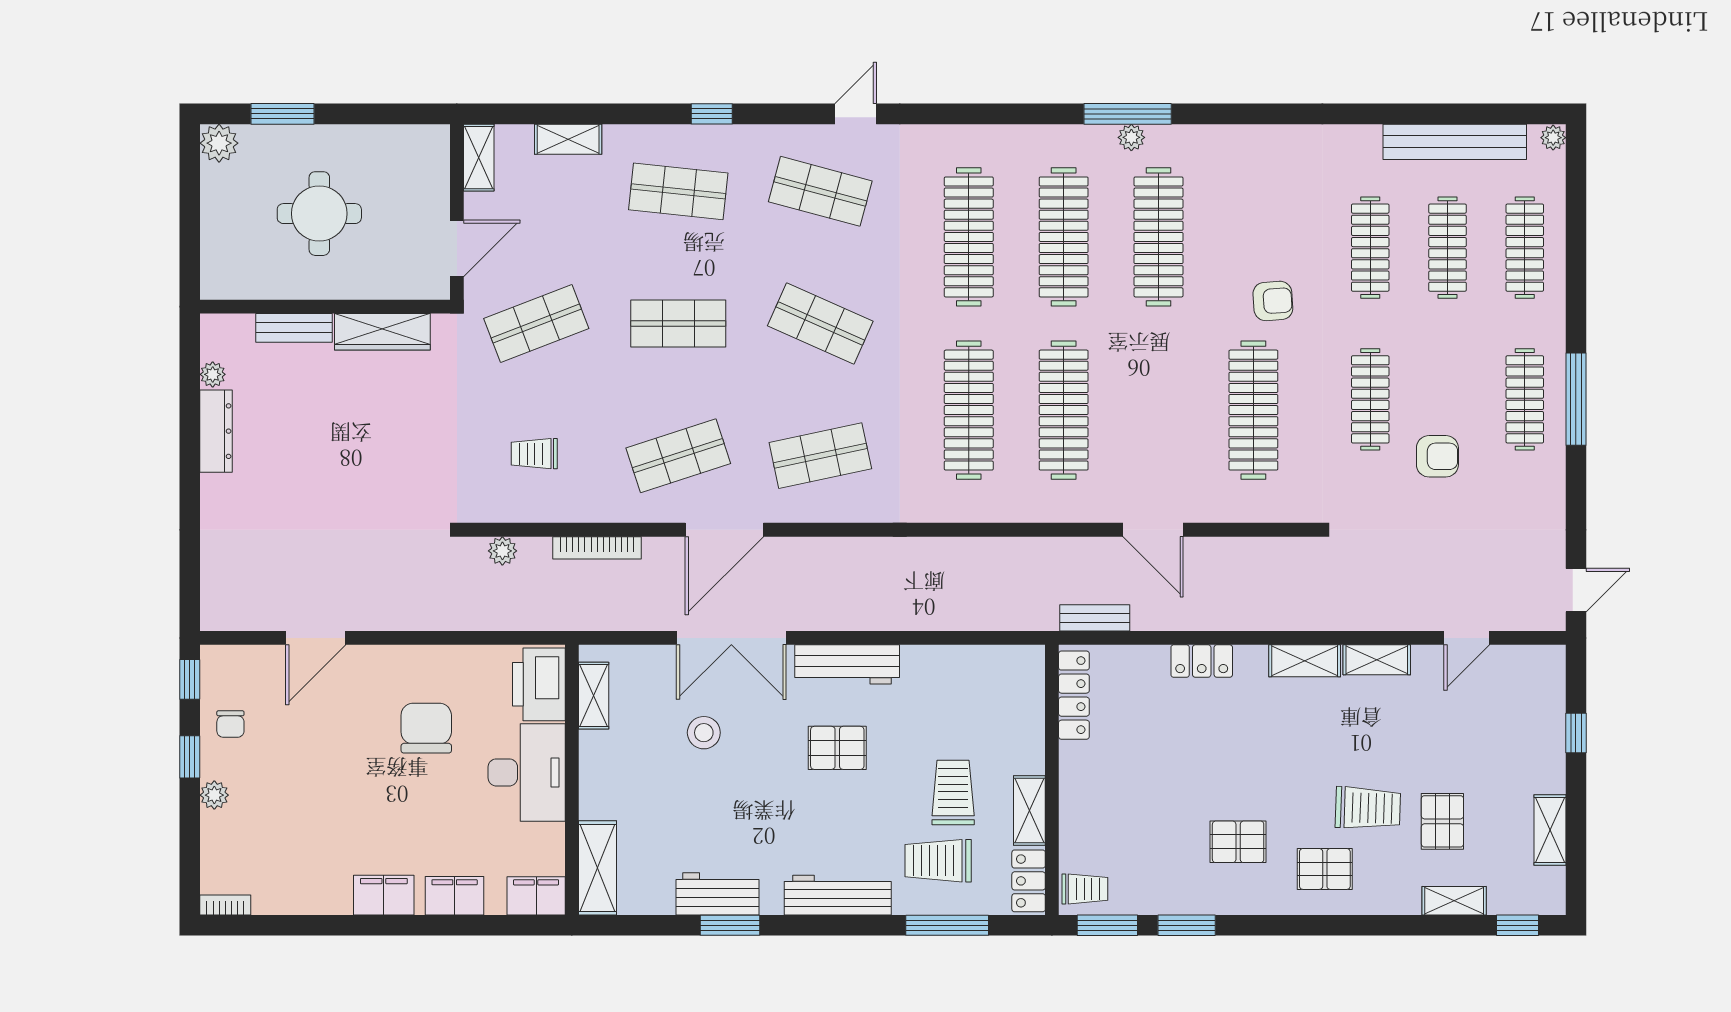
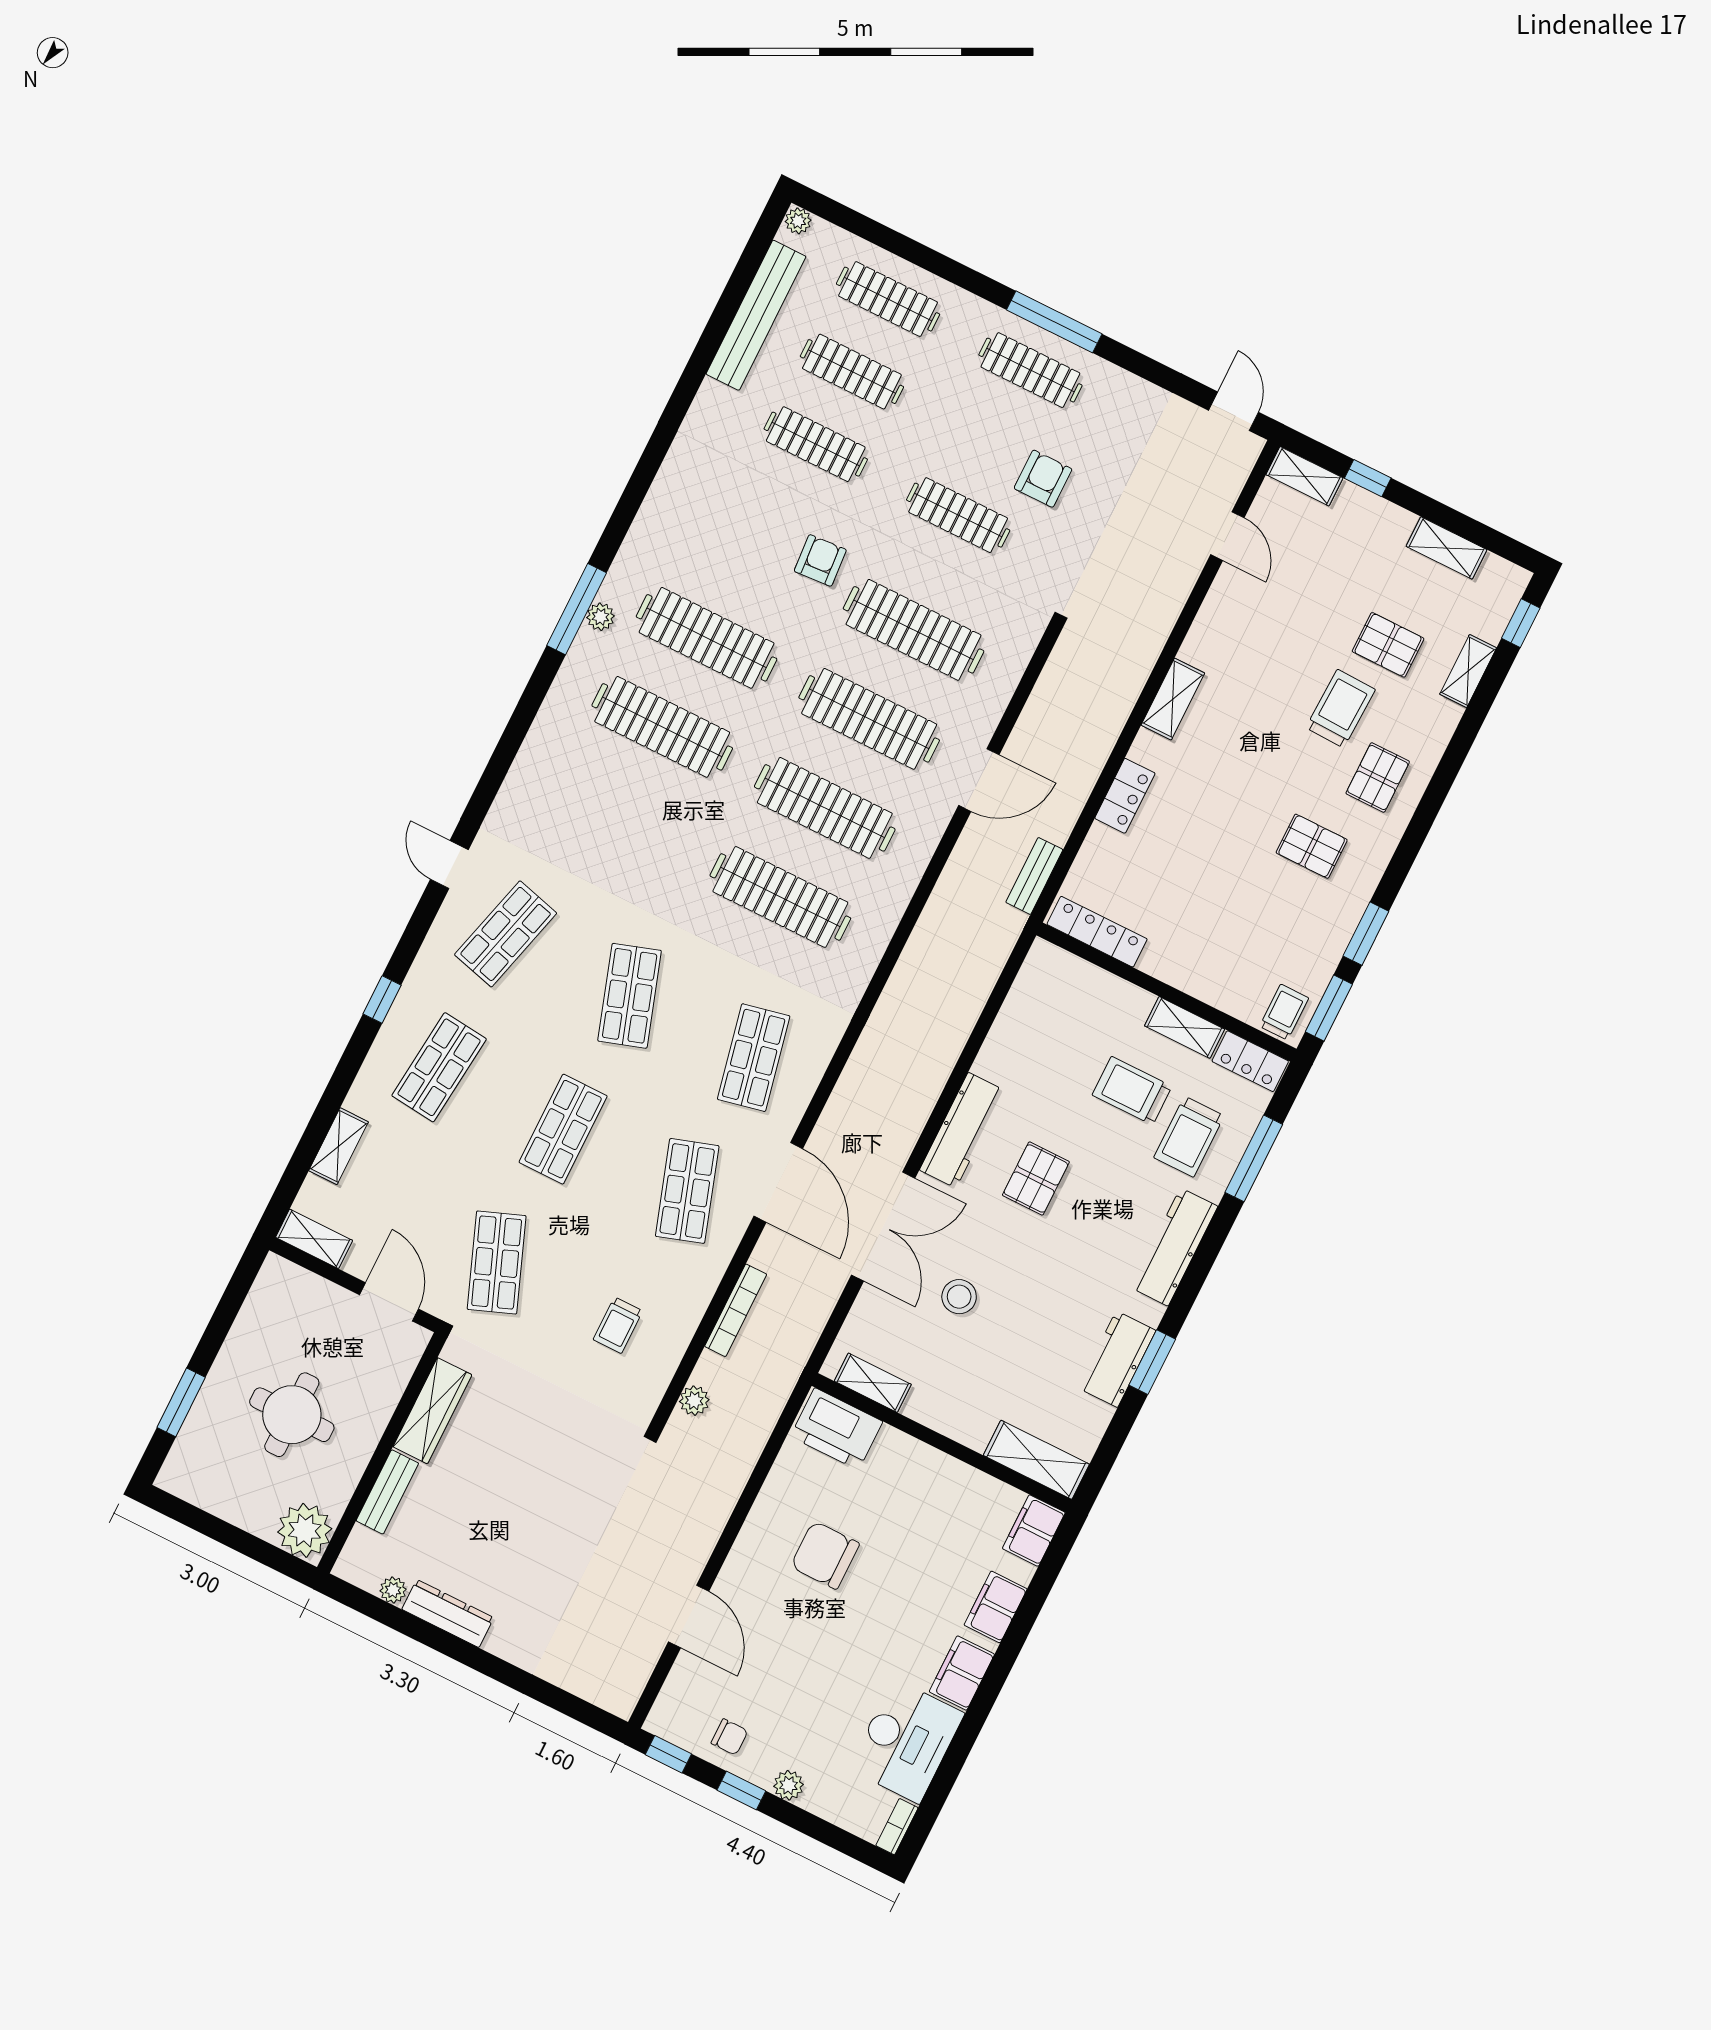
plant: (219, 143) -> (305, 1530), moved, width x1.36, depth x1.36
clothes rail: (969, 237) -> (869, 719), moved
shop shelf: (820, 324) -> (630, 996), turned -42
shelving: (1377, 660) -> (1304, 476), moved, turned 90
desk: (527, 772) -> (906, 1741), moved, turned 90
pallet: (1238, 842) -> (1312, 846), turned 90

